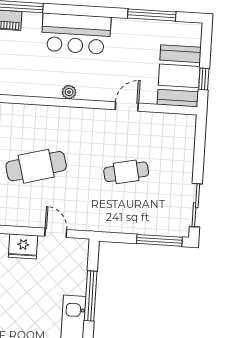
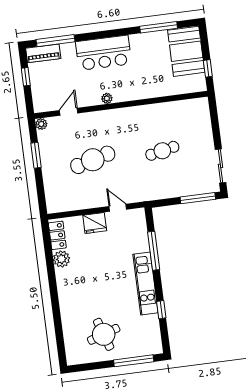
booth: (179, 76) -> (186, 51), moved
door: (127, 106) -> (69, 112), moved

